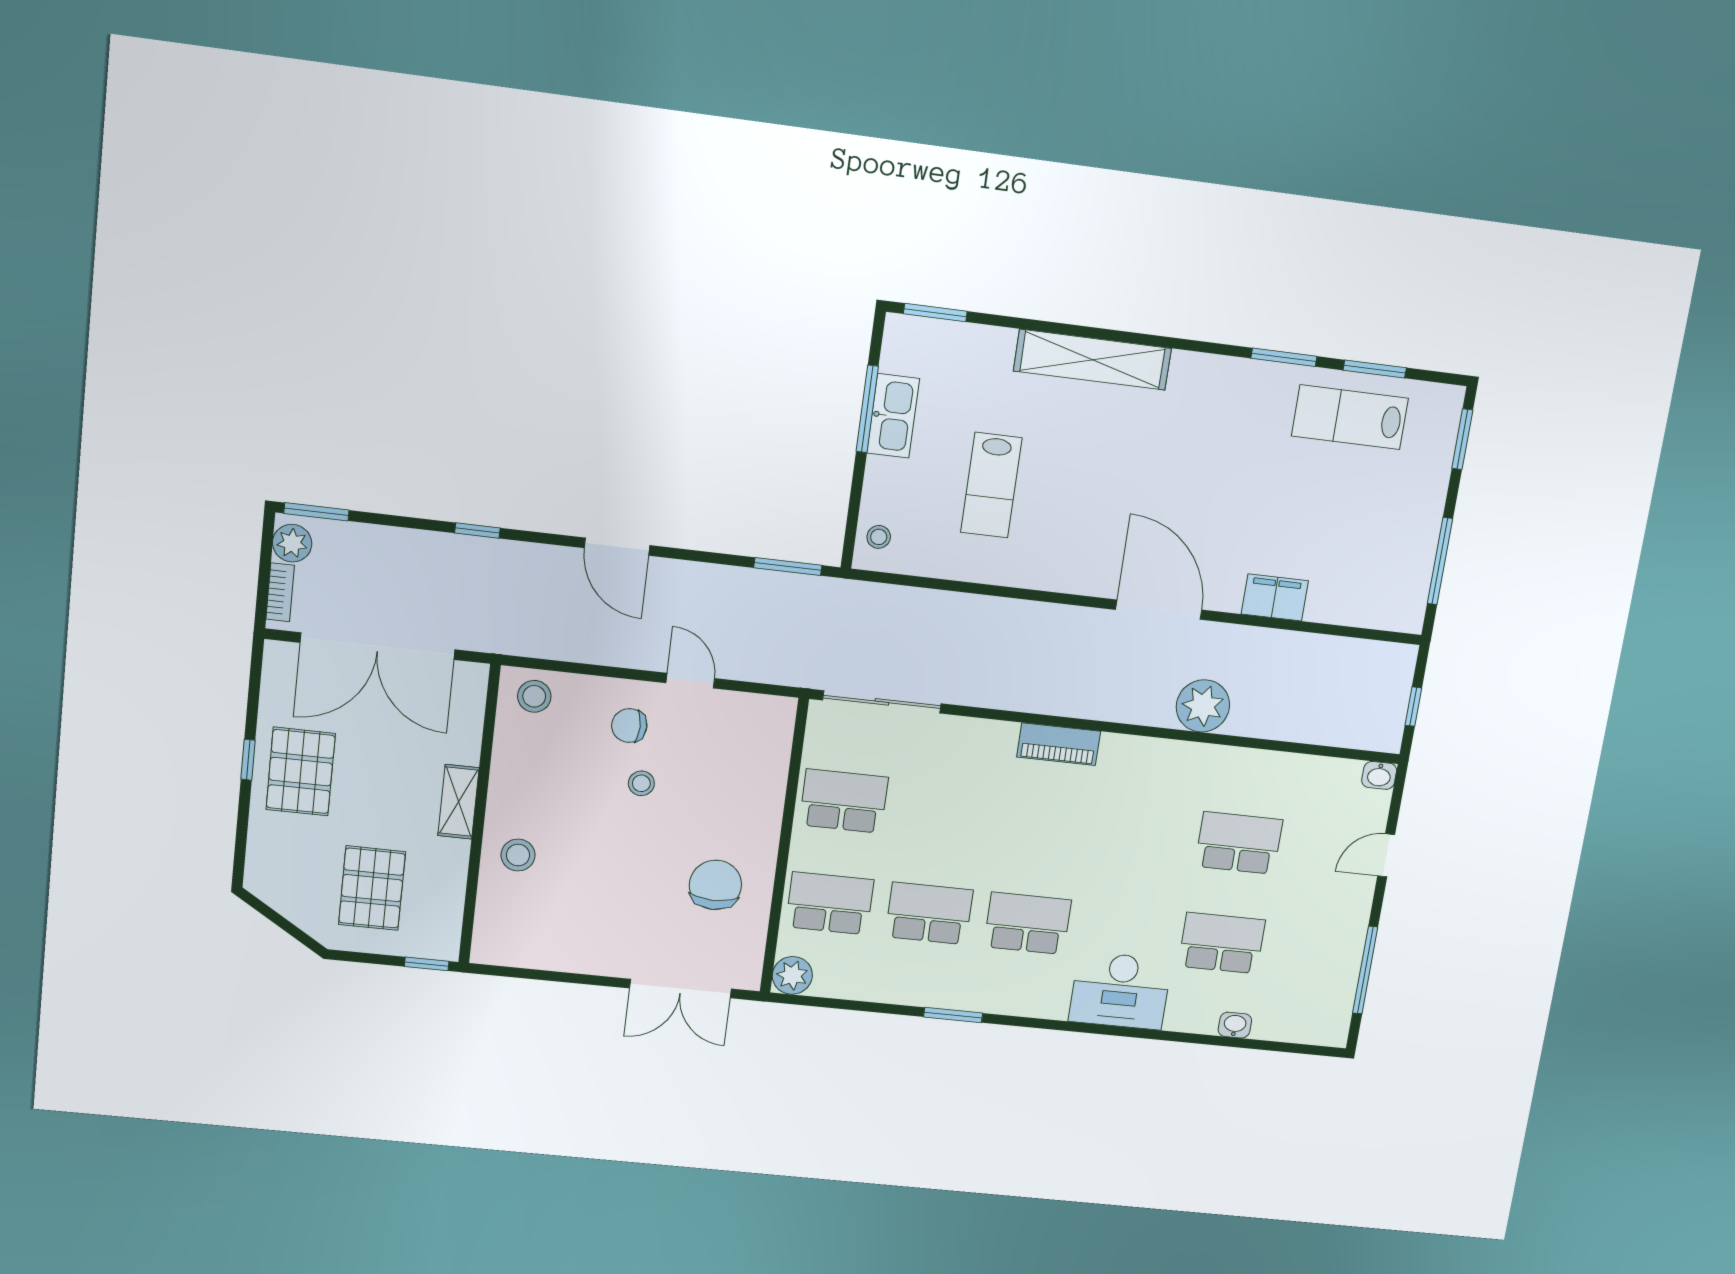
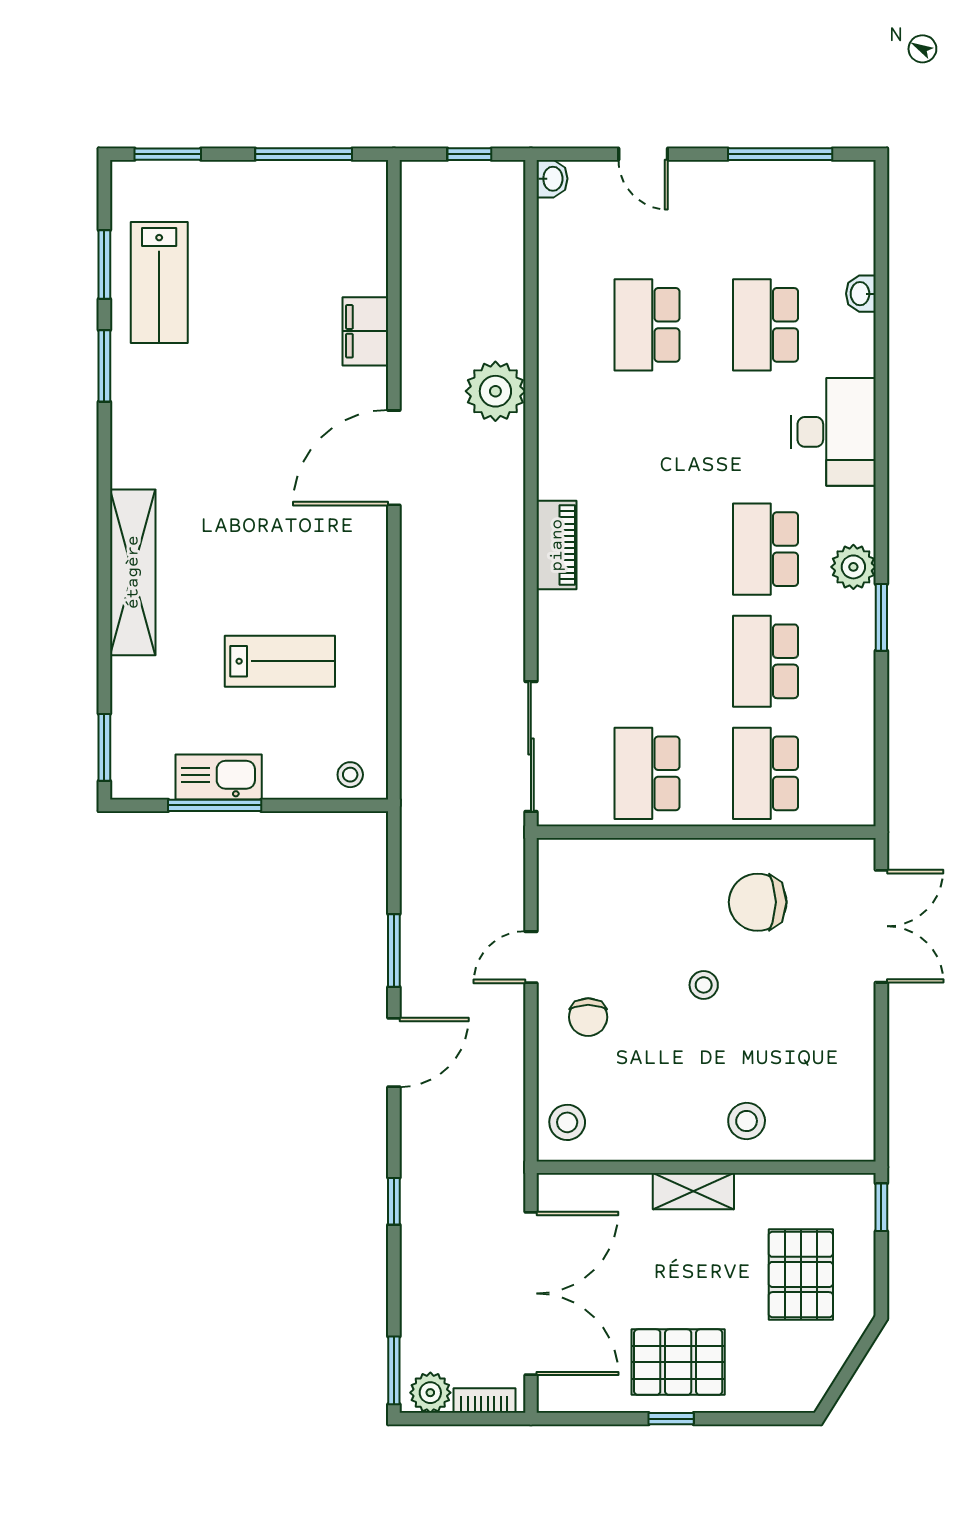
window: (788, 567) -> (394, 950), moved
stool: (641, 783) -> (704, 985), moved
pallet: (372, 888) -> (801, 1274), turned 90
plant: (792, 975) -> (853, 567), moved

